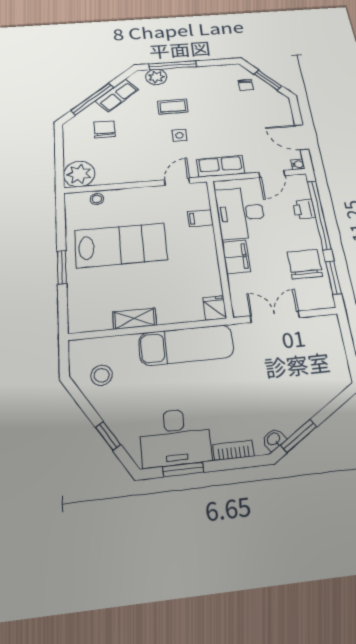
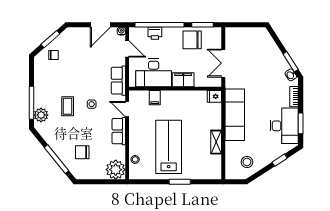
row of seats: (117, 95) -> (119, 131), moved, turned -141

